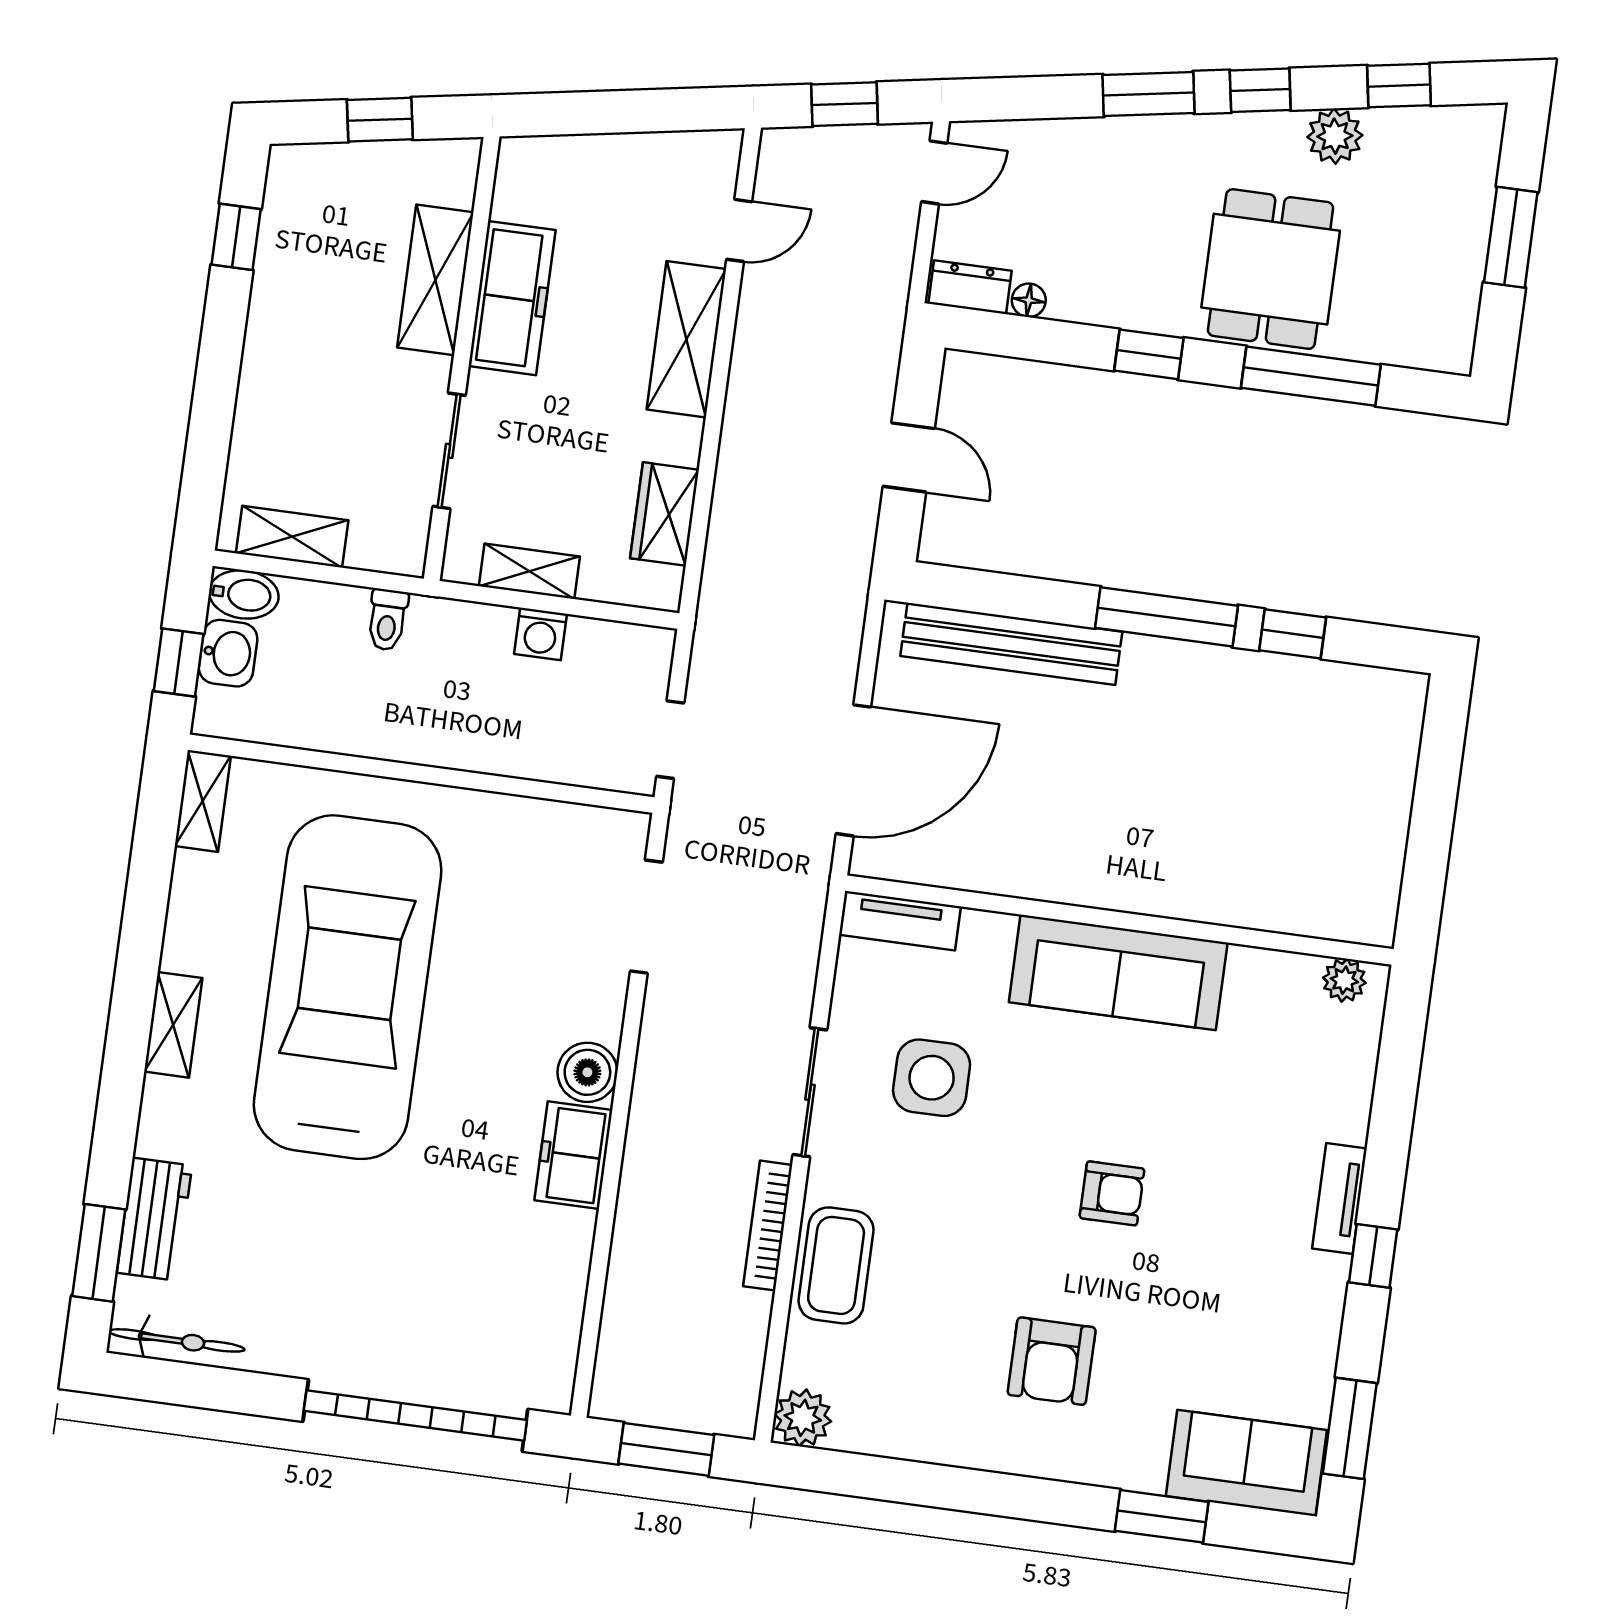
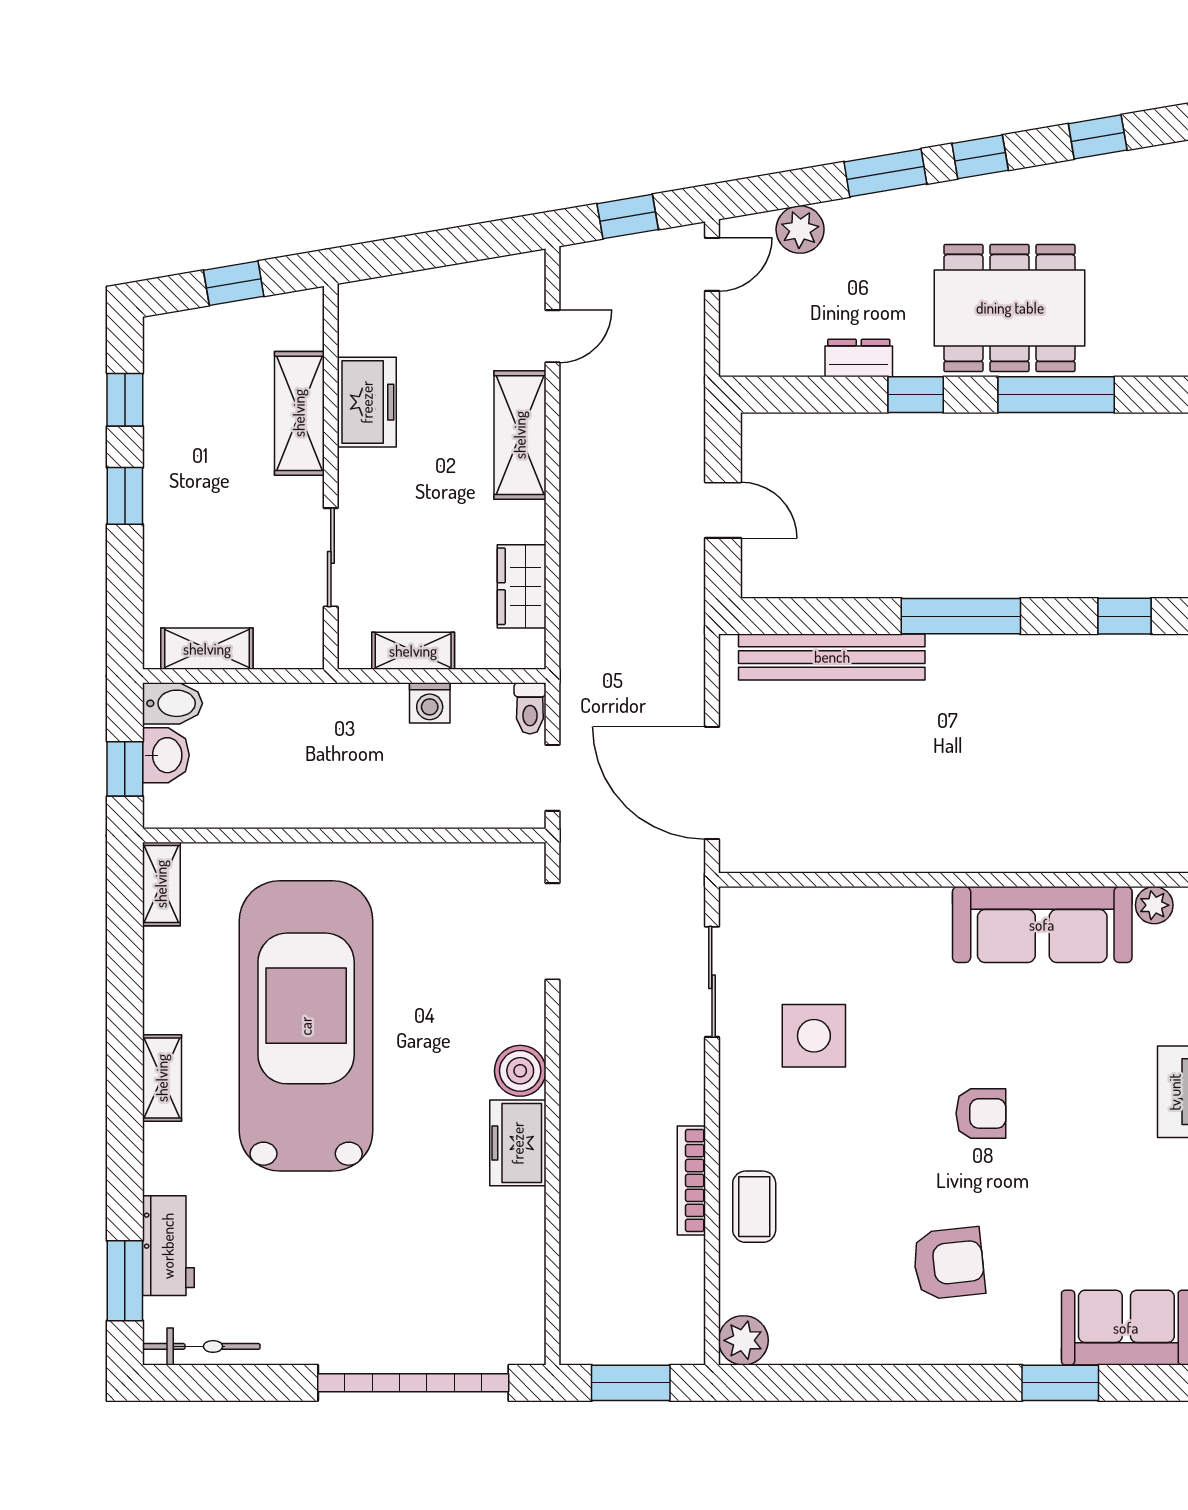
plant: (1335, 136) -> (800, 230), moved
dining table: (1271, 269) -> (1010, 308), width x1.38
dresser: (970, 287) -> (859, 358), moved
freezer: (512, 298) -> (367, 402), width x0.71
floor lamp: (1029, 300) -> (807, 362), removed
window: (221, 348) -> (125, 496), added
toilet: (387, 620) -> (530, 708), moved
window: (1293, 634) -> (1124, 616), moved
door: (853, 770) -> (712, 783), swing flipped
tv unit: (900, 921) -> (769, 906), removed
sofa: (1118, 972) -> (1042, 925), moved
sliding door: (810, 1092) -> (712, 982), moved
coffee table: (836, 1265) -> (754, 1207), width x0.73, depth x0.77
armchair: (1052, 1361) -> (949, 1263), turned -96

